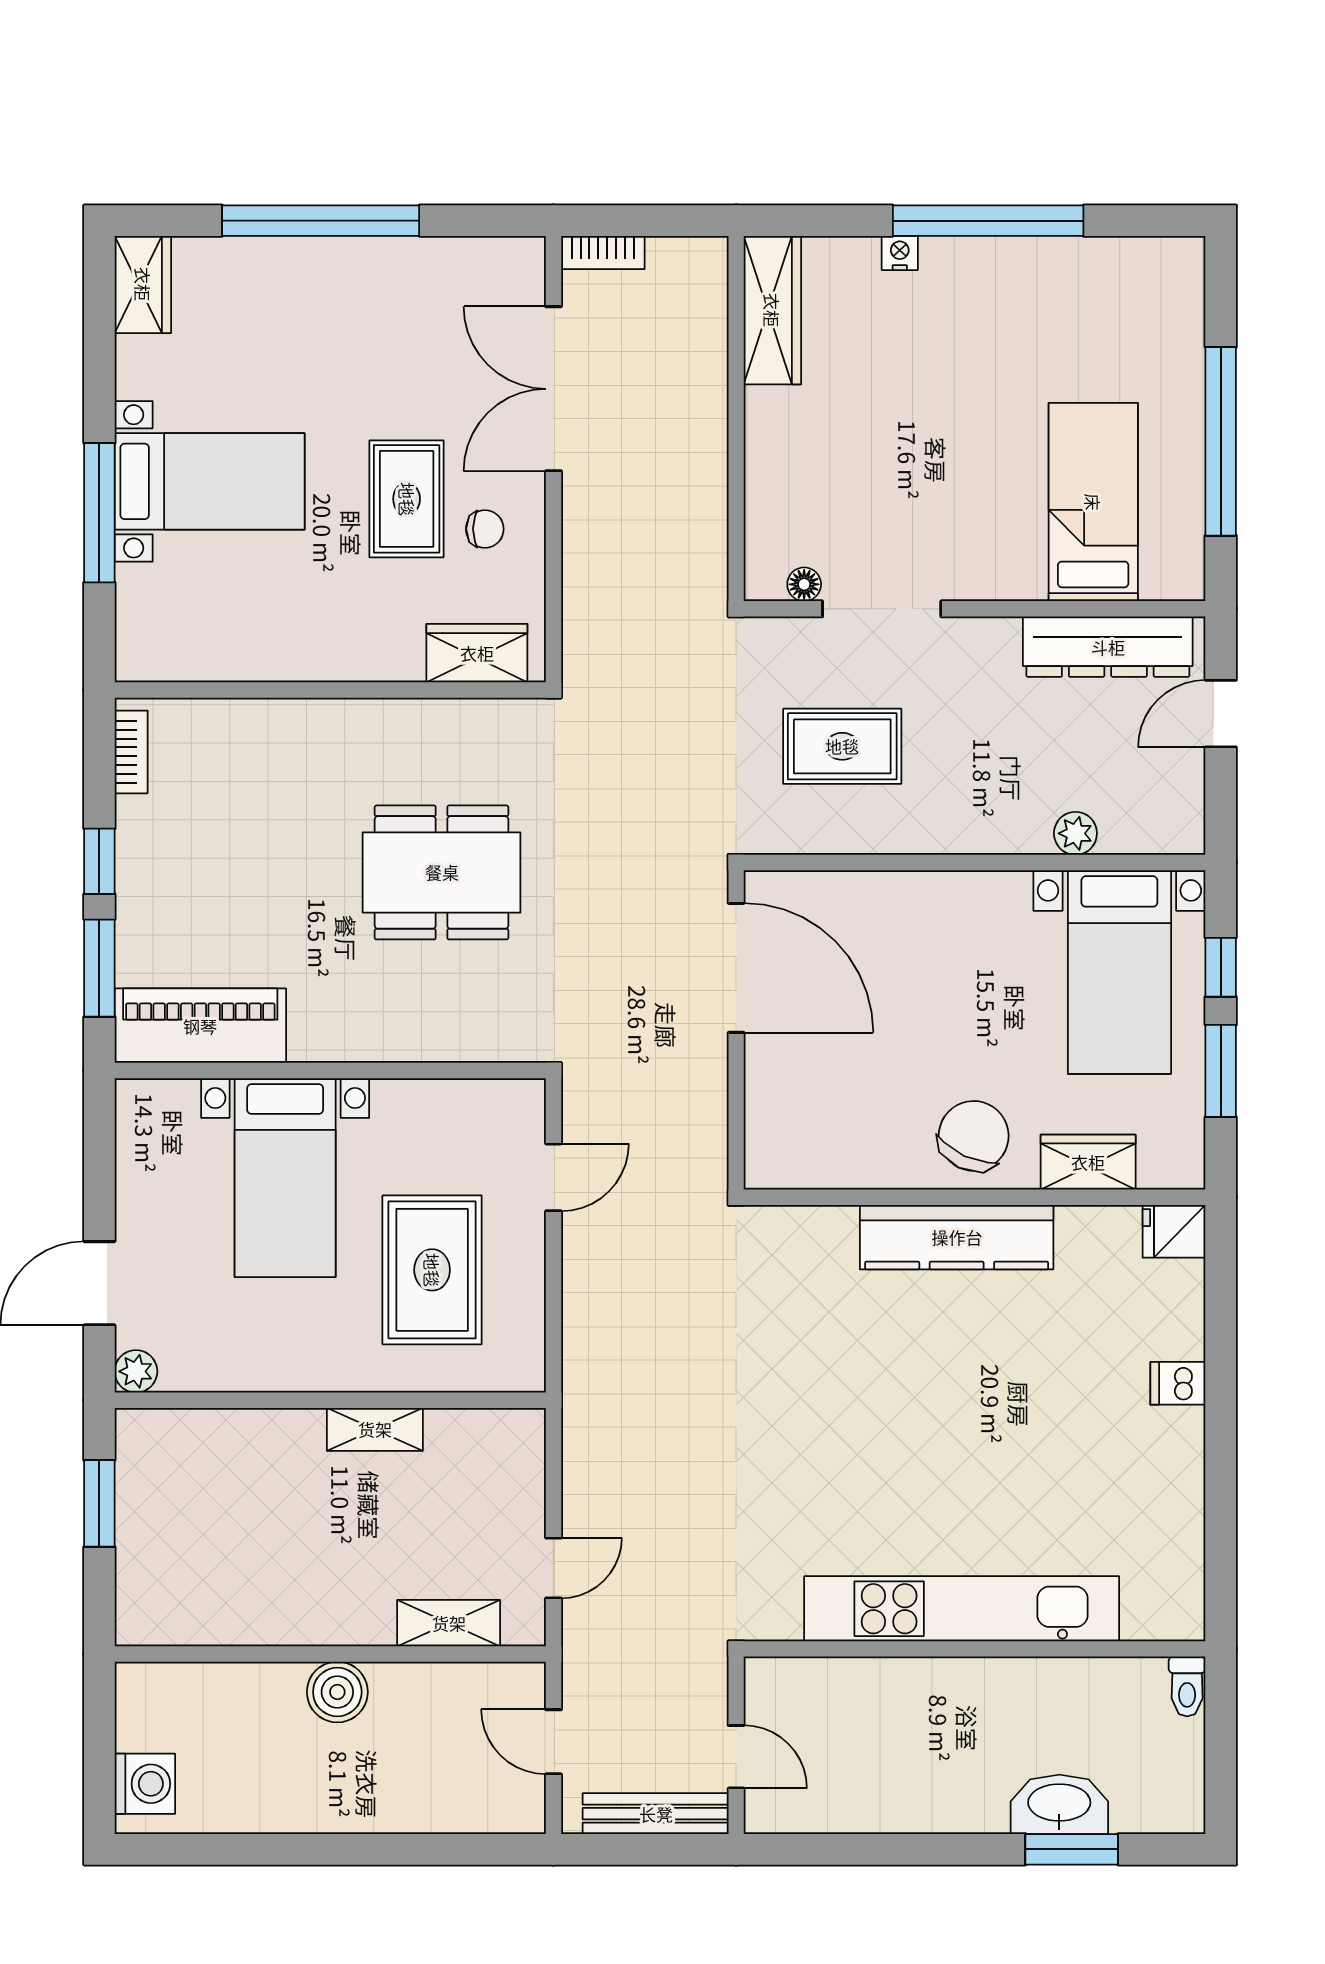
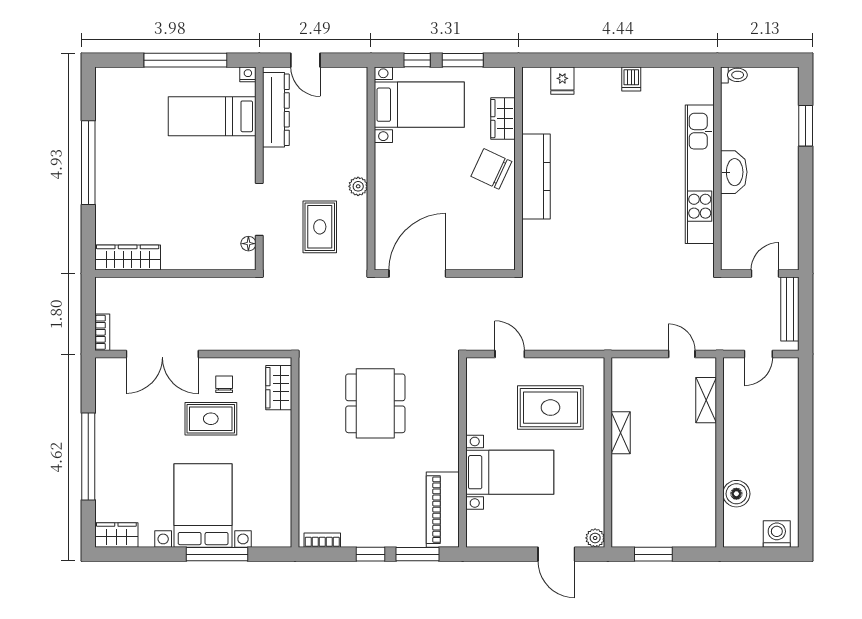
nightstand: (900, 253) -> (248, 74), moved, turned 90
bed with nightstands: (210, 481) -> (203, 505), width x1.36
plant: (1075, 833) -> (358, 186), moved
fridge: (1174, 1231) -> (562, 81), moved
dishwasher: (1178, 1383) -> (631, 79), moved
boiler: (337, 1692) -> (736, 494), moved
washbasin: (1059, 1804) -> (734, 172), moved, turned 180

